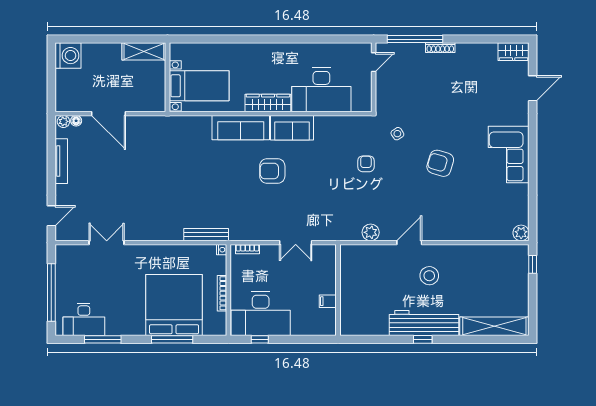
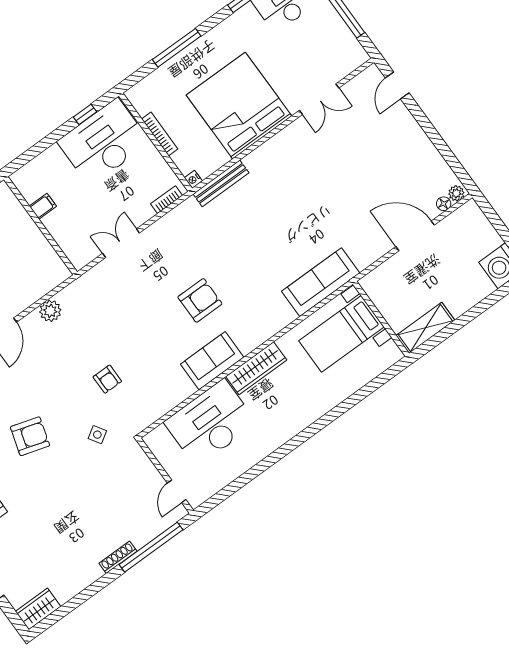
sofa: (241, 128) -> (321, 282), moved
tv unit: (61, 161) -> (429, 150), removed
bed: (174, 305) -> (239, 106), moved, turned 180

